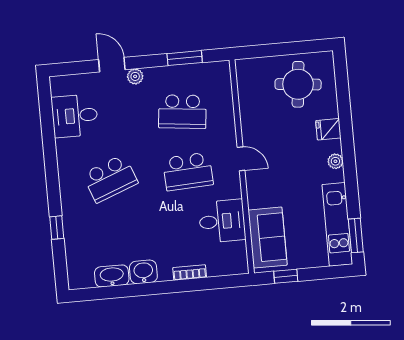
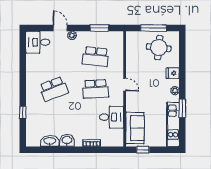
window: (285, 49) -> (153, 28), added
desk: (75, 116) -> (38, 42), moved
window: (356, 235) -> (182, 108), moved

